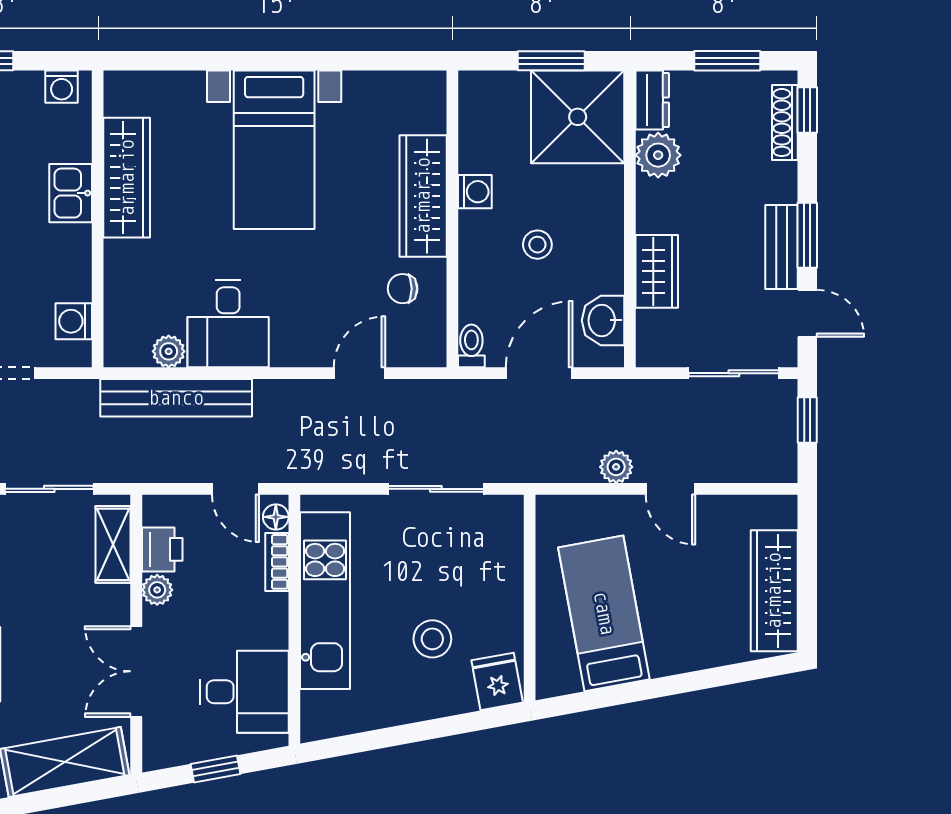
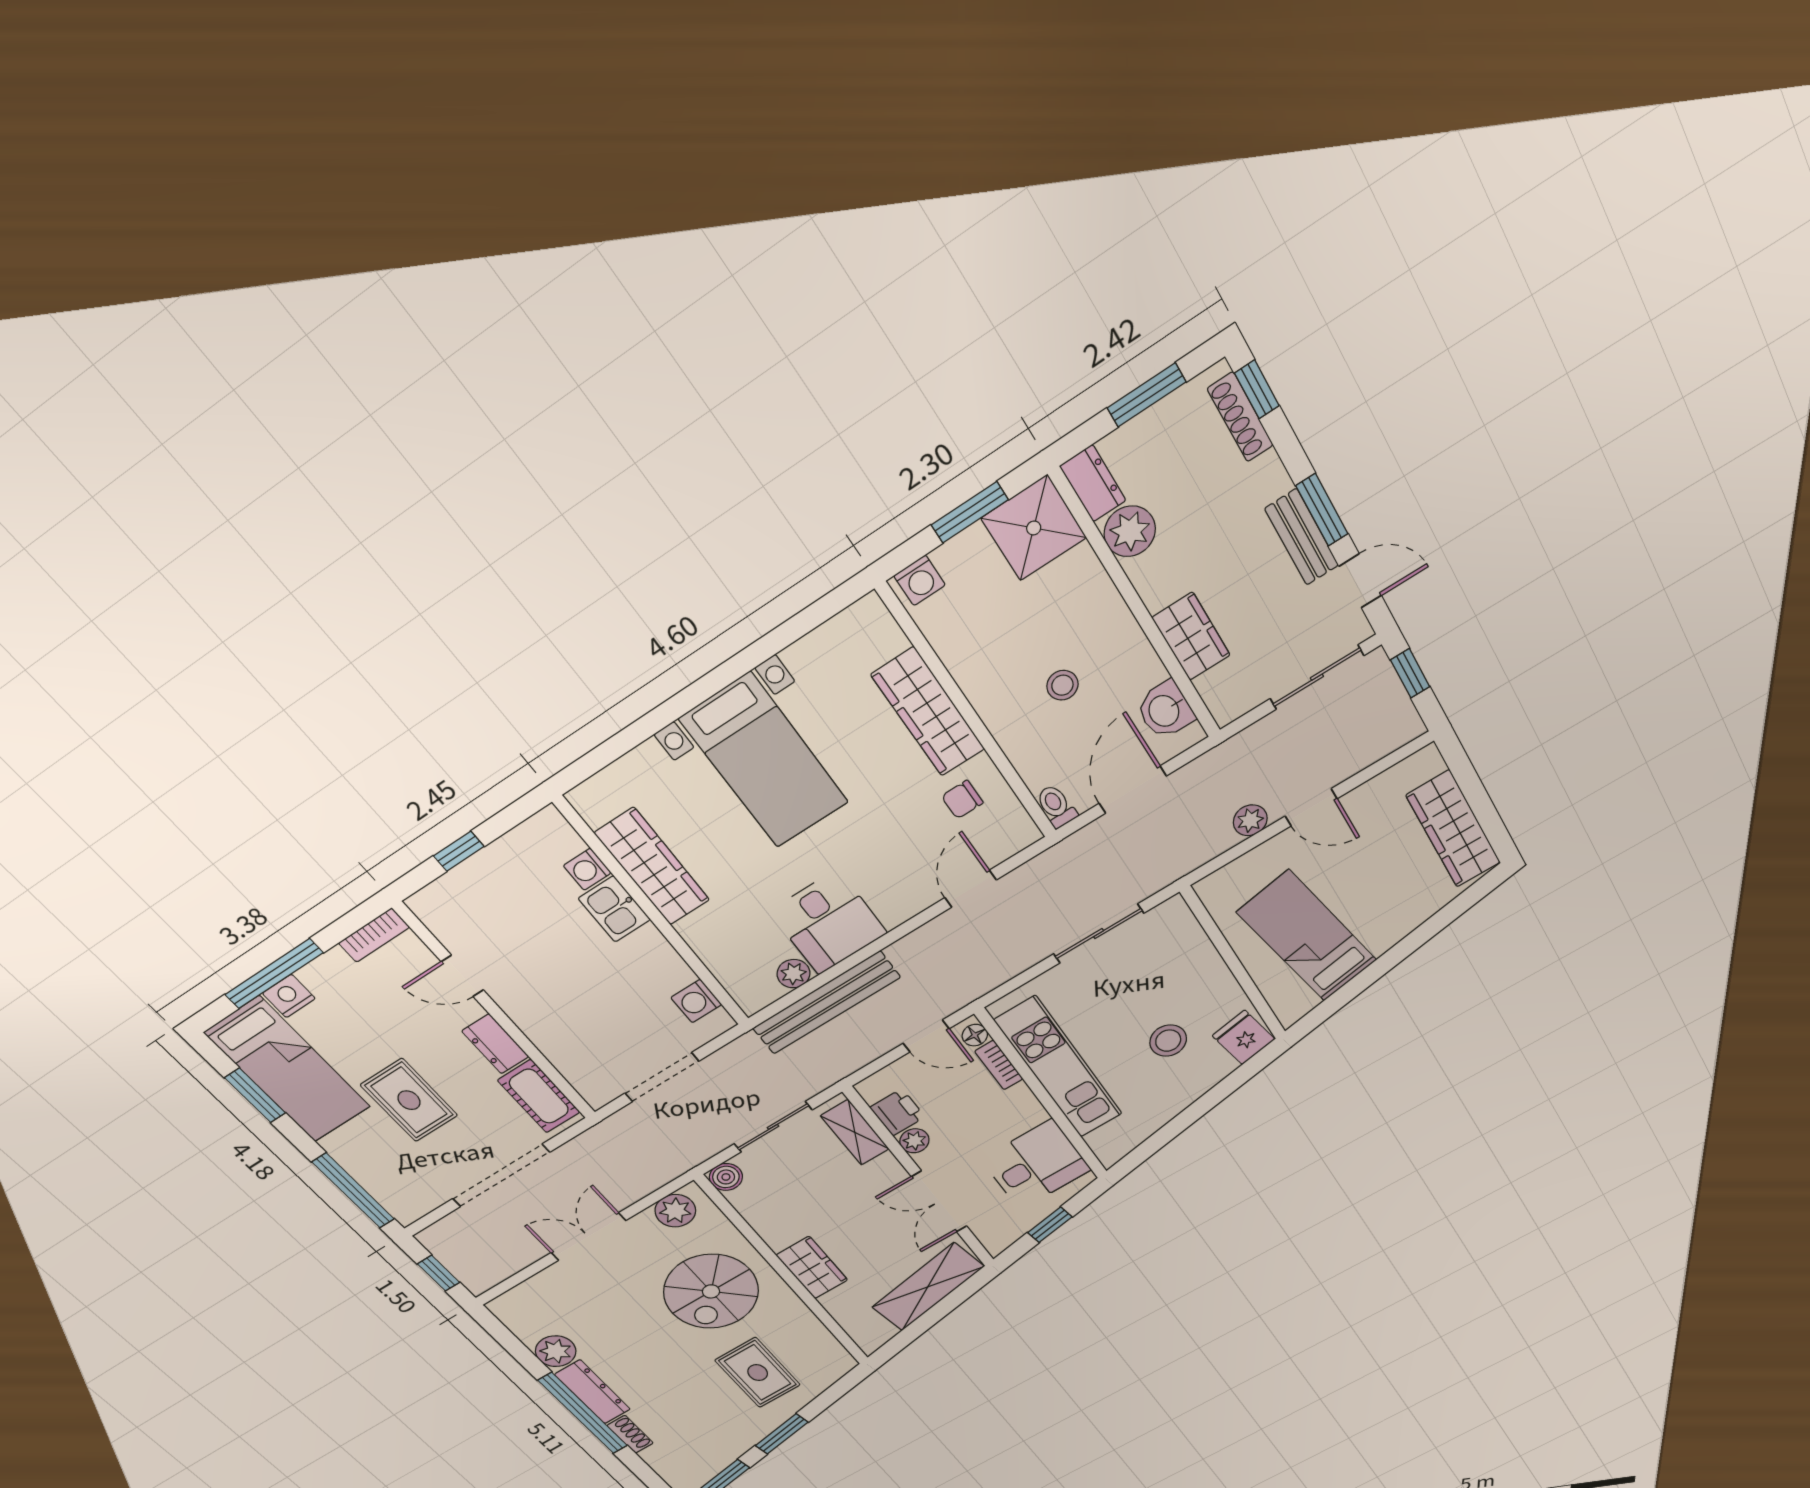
washing machine: (62, 87) -> (587, 869), moved, turned 90
shower: (578, 117) -> (1034, 528), width x0.73, depth x0.73
washing machine: (475, 192) -> (920, 580), moved, turned 90

